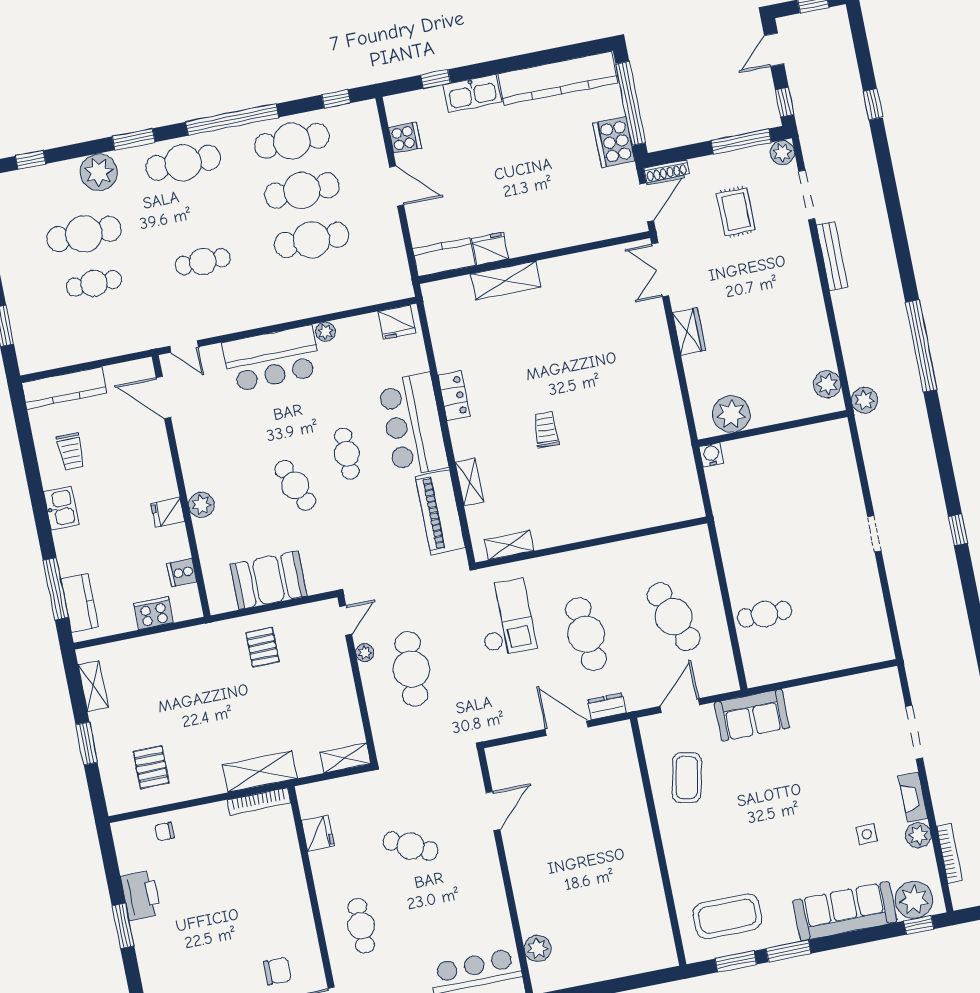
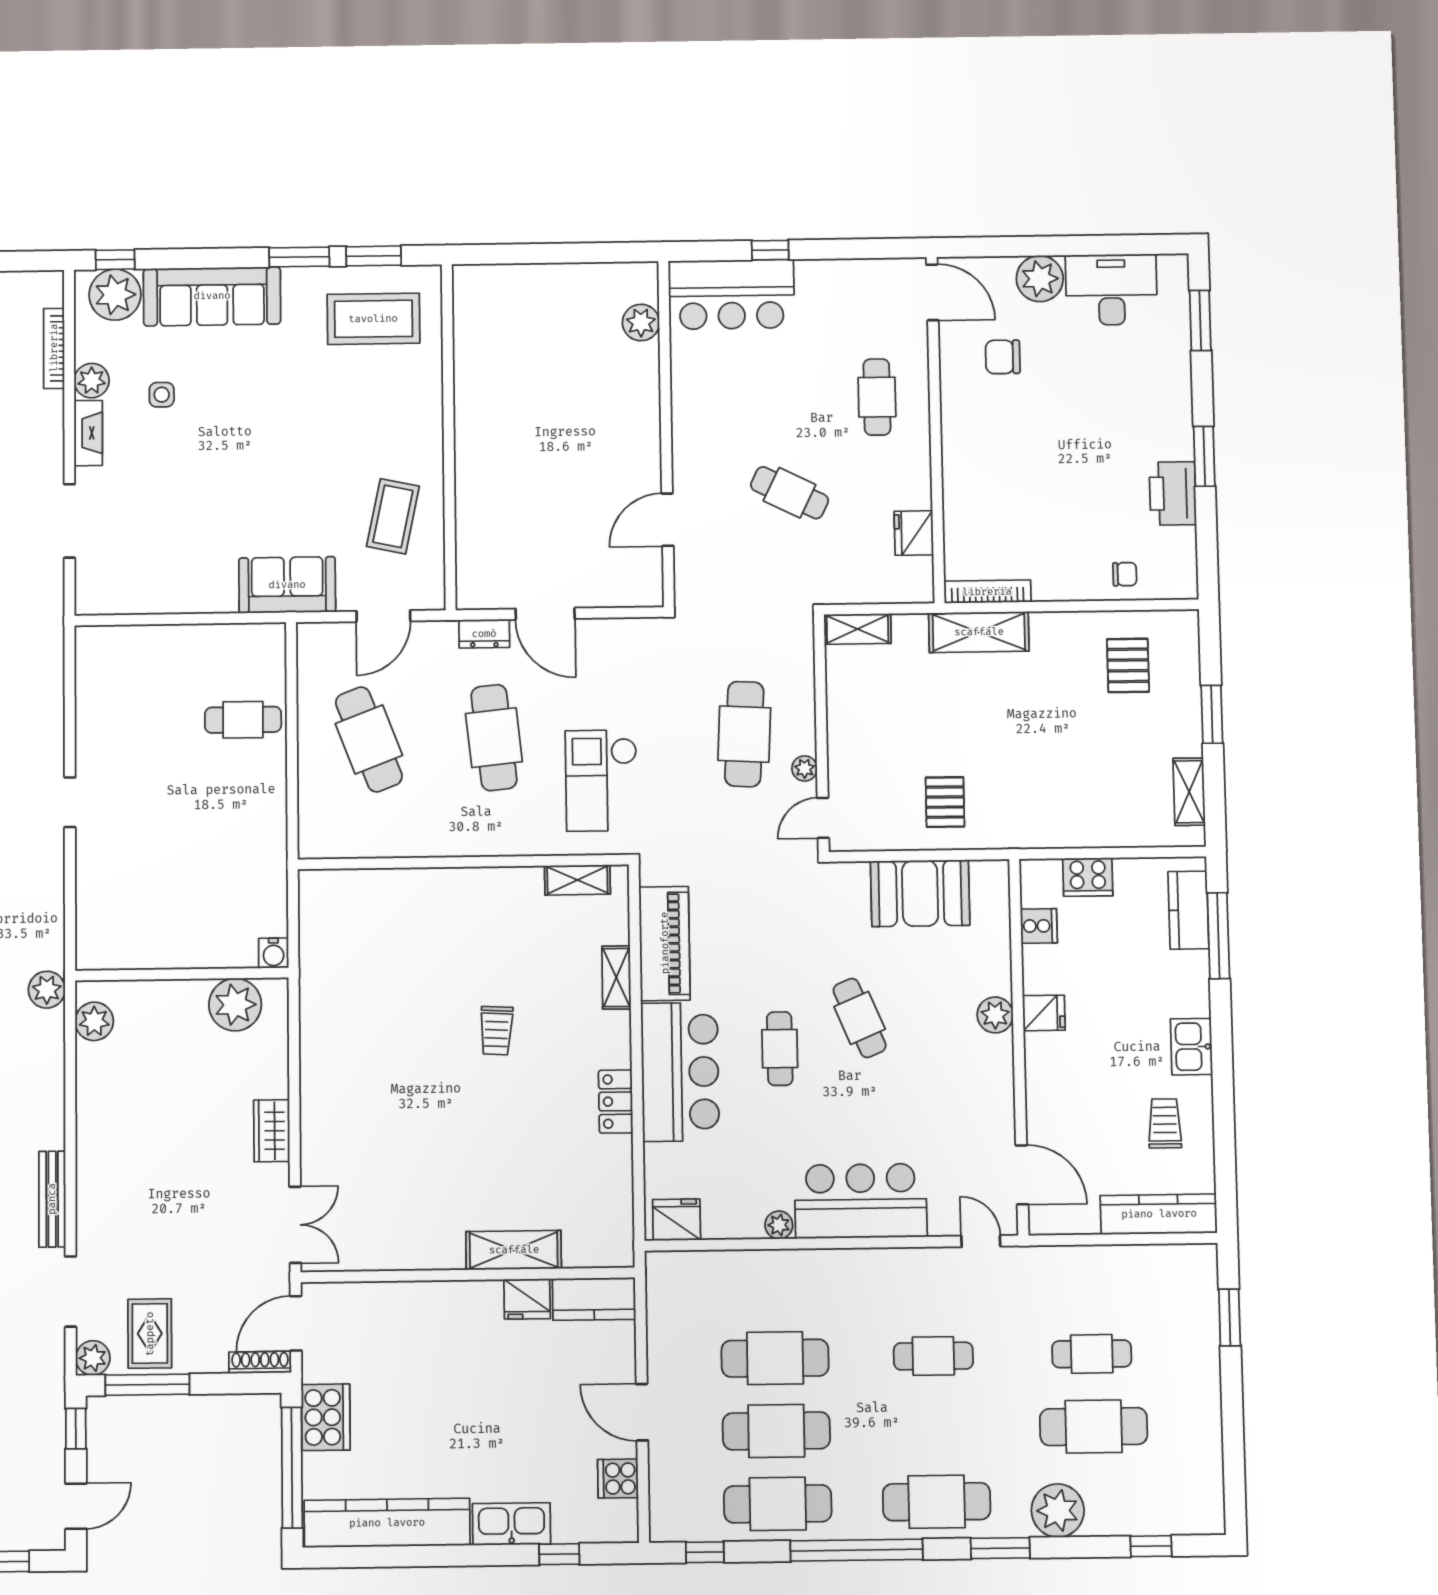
rug: (736, 212) -> (150, 1334), moved

